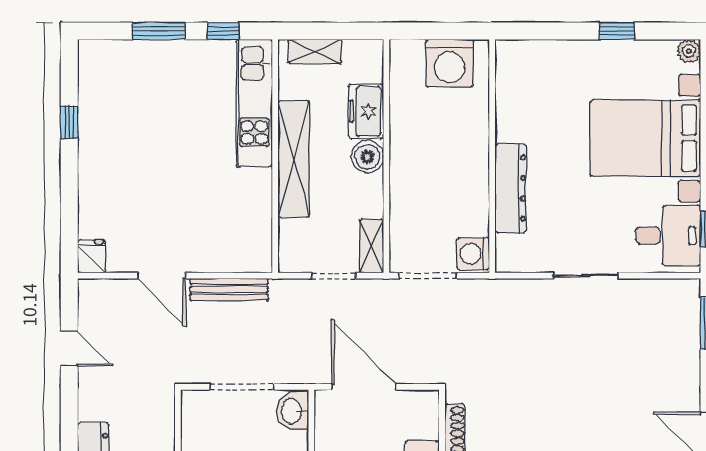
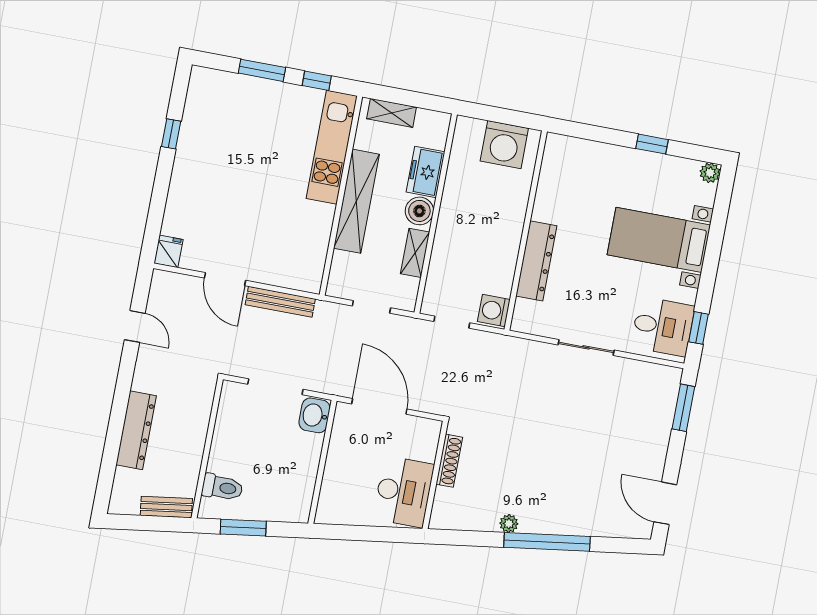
bed with nightstands: (645, 138) -> (659, 240), width x0.73
shelving: (371, 246) -> (415, 253), moved
doorway: (428, 276) -> (452, 322), width x0.73

